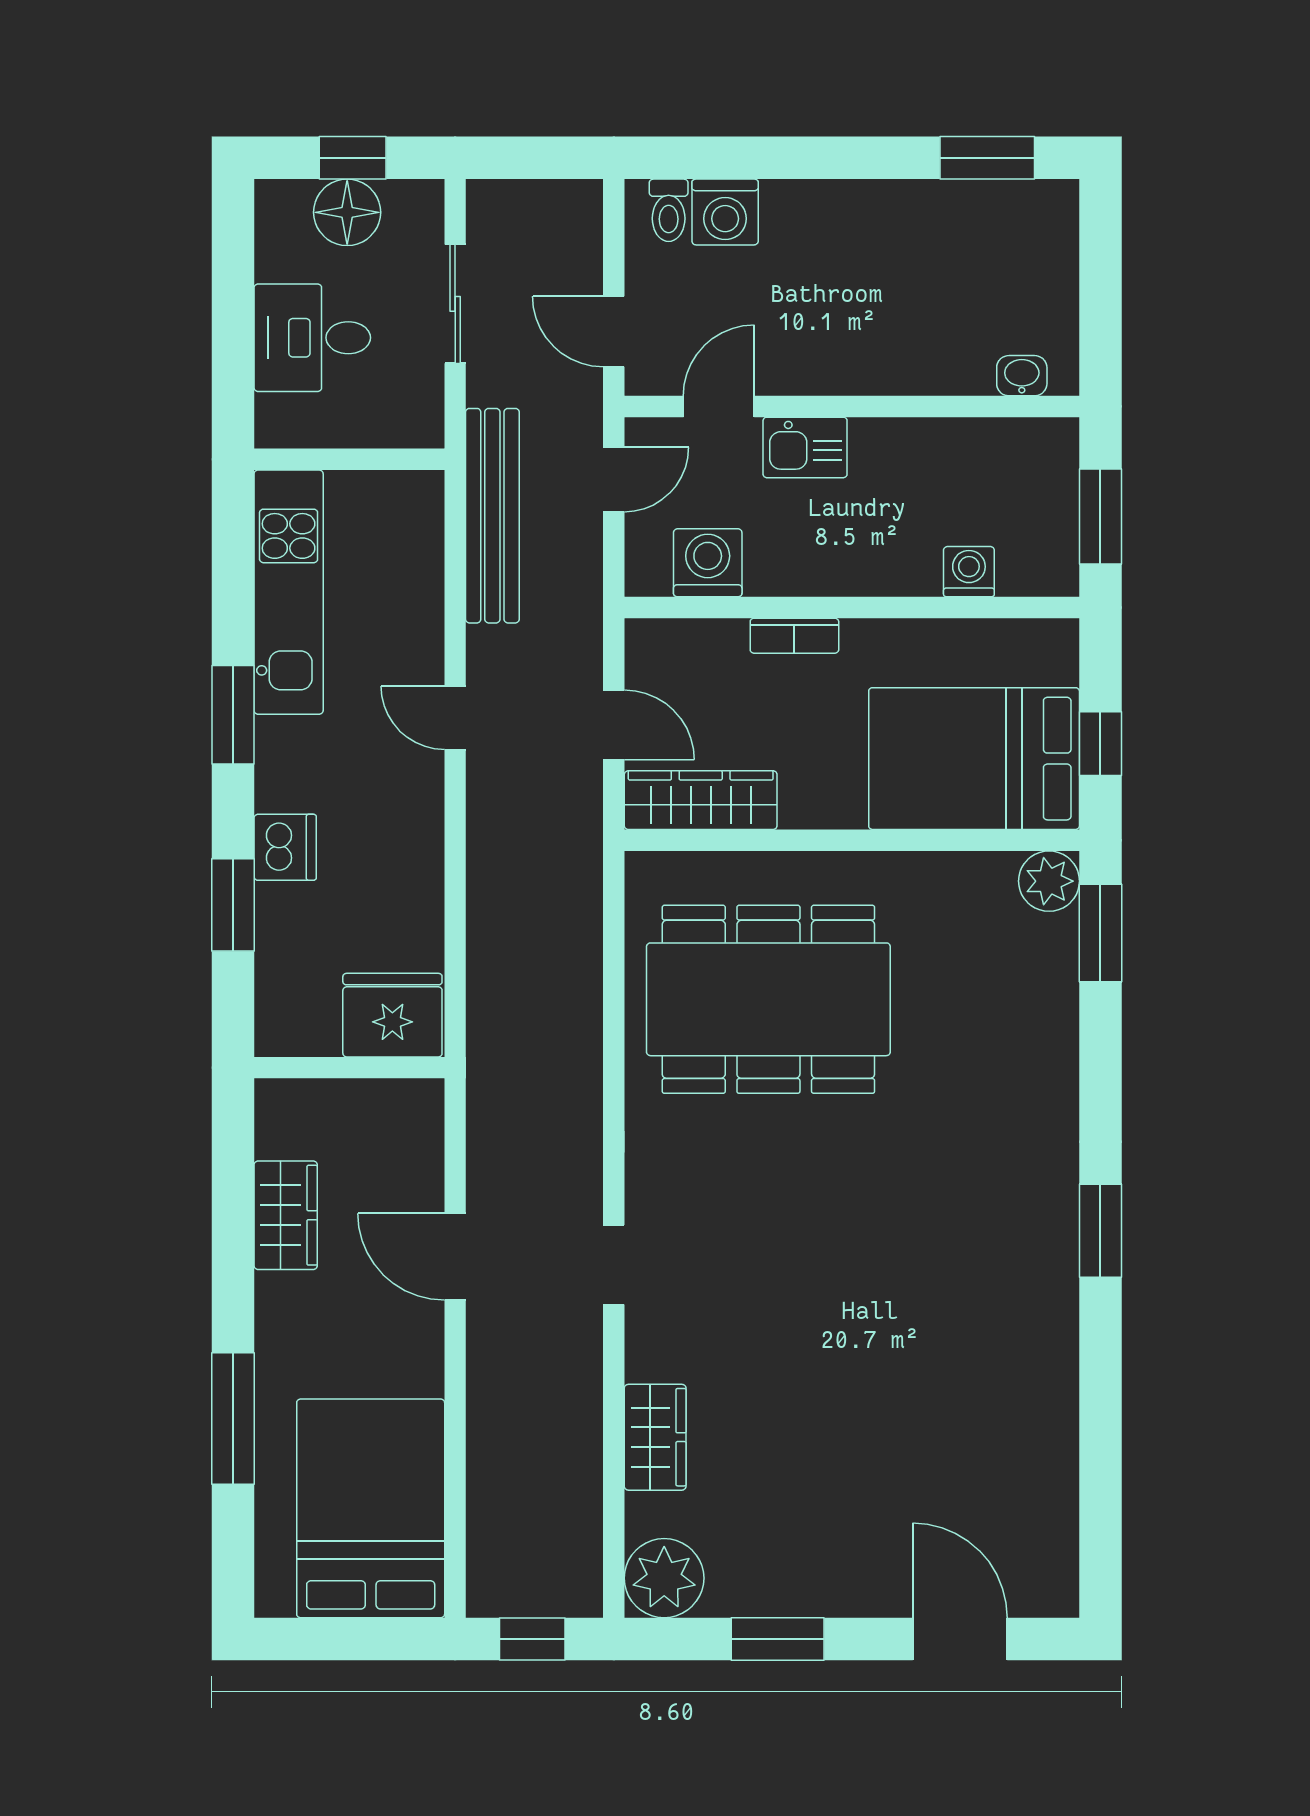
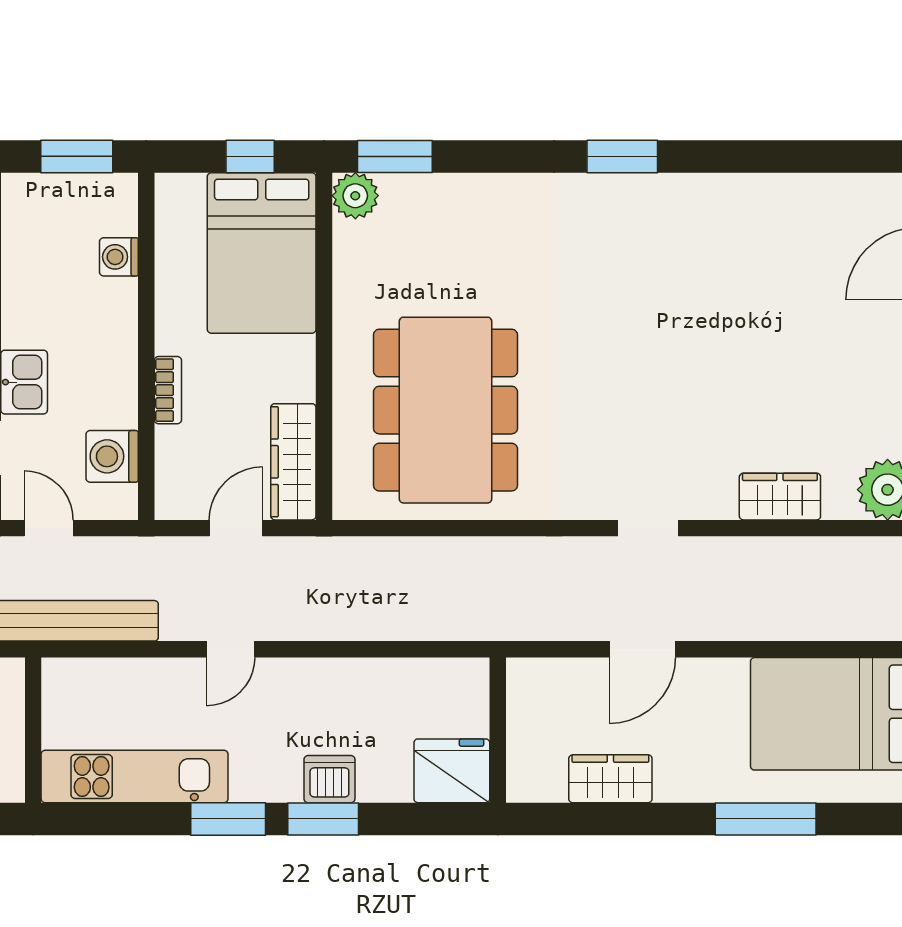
window: (233, 905) -> (323, 819), moved
fridge: (392, 1015) -> (452, 771), moved, turned 90

